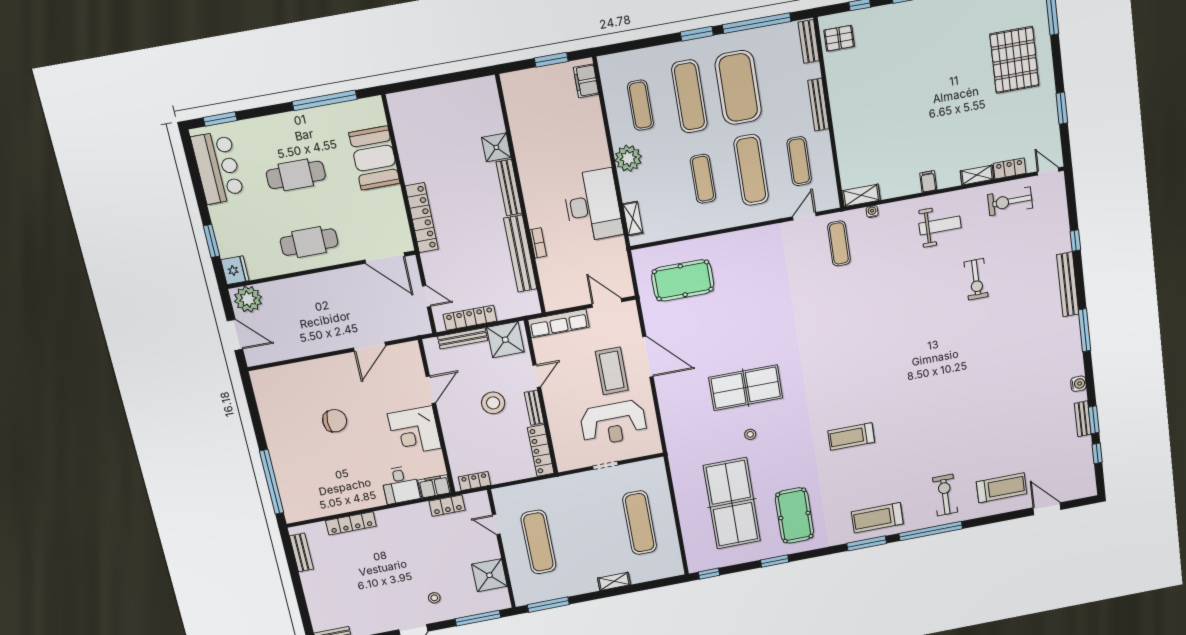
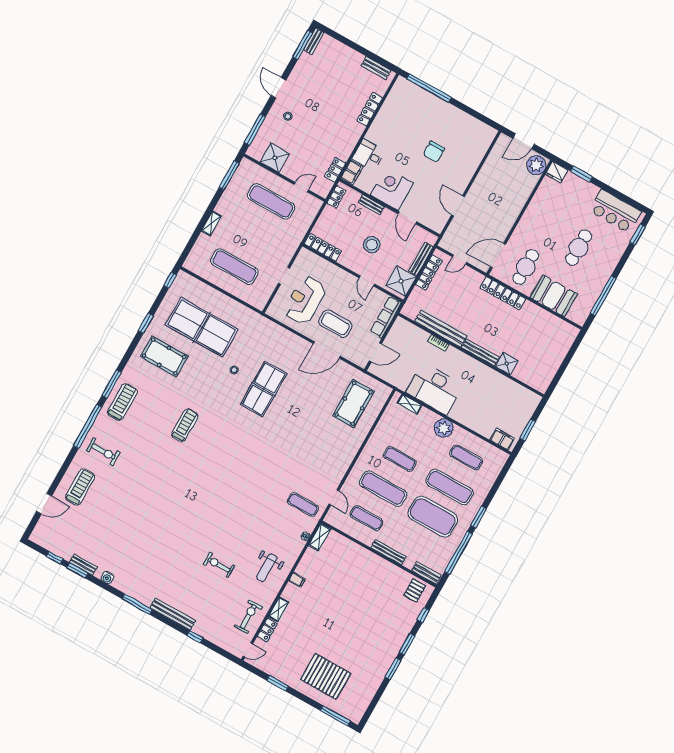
cafe table: (309, 242) -> (526, 267), moved
bench: (534, 408) -> (371, 205), moved
treadmill: (1001, 488) -> (80, 487), turned 180

